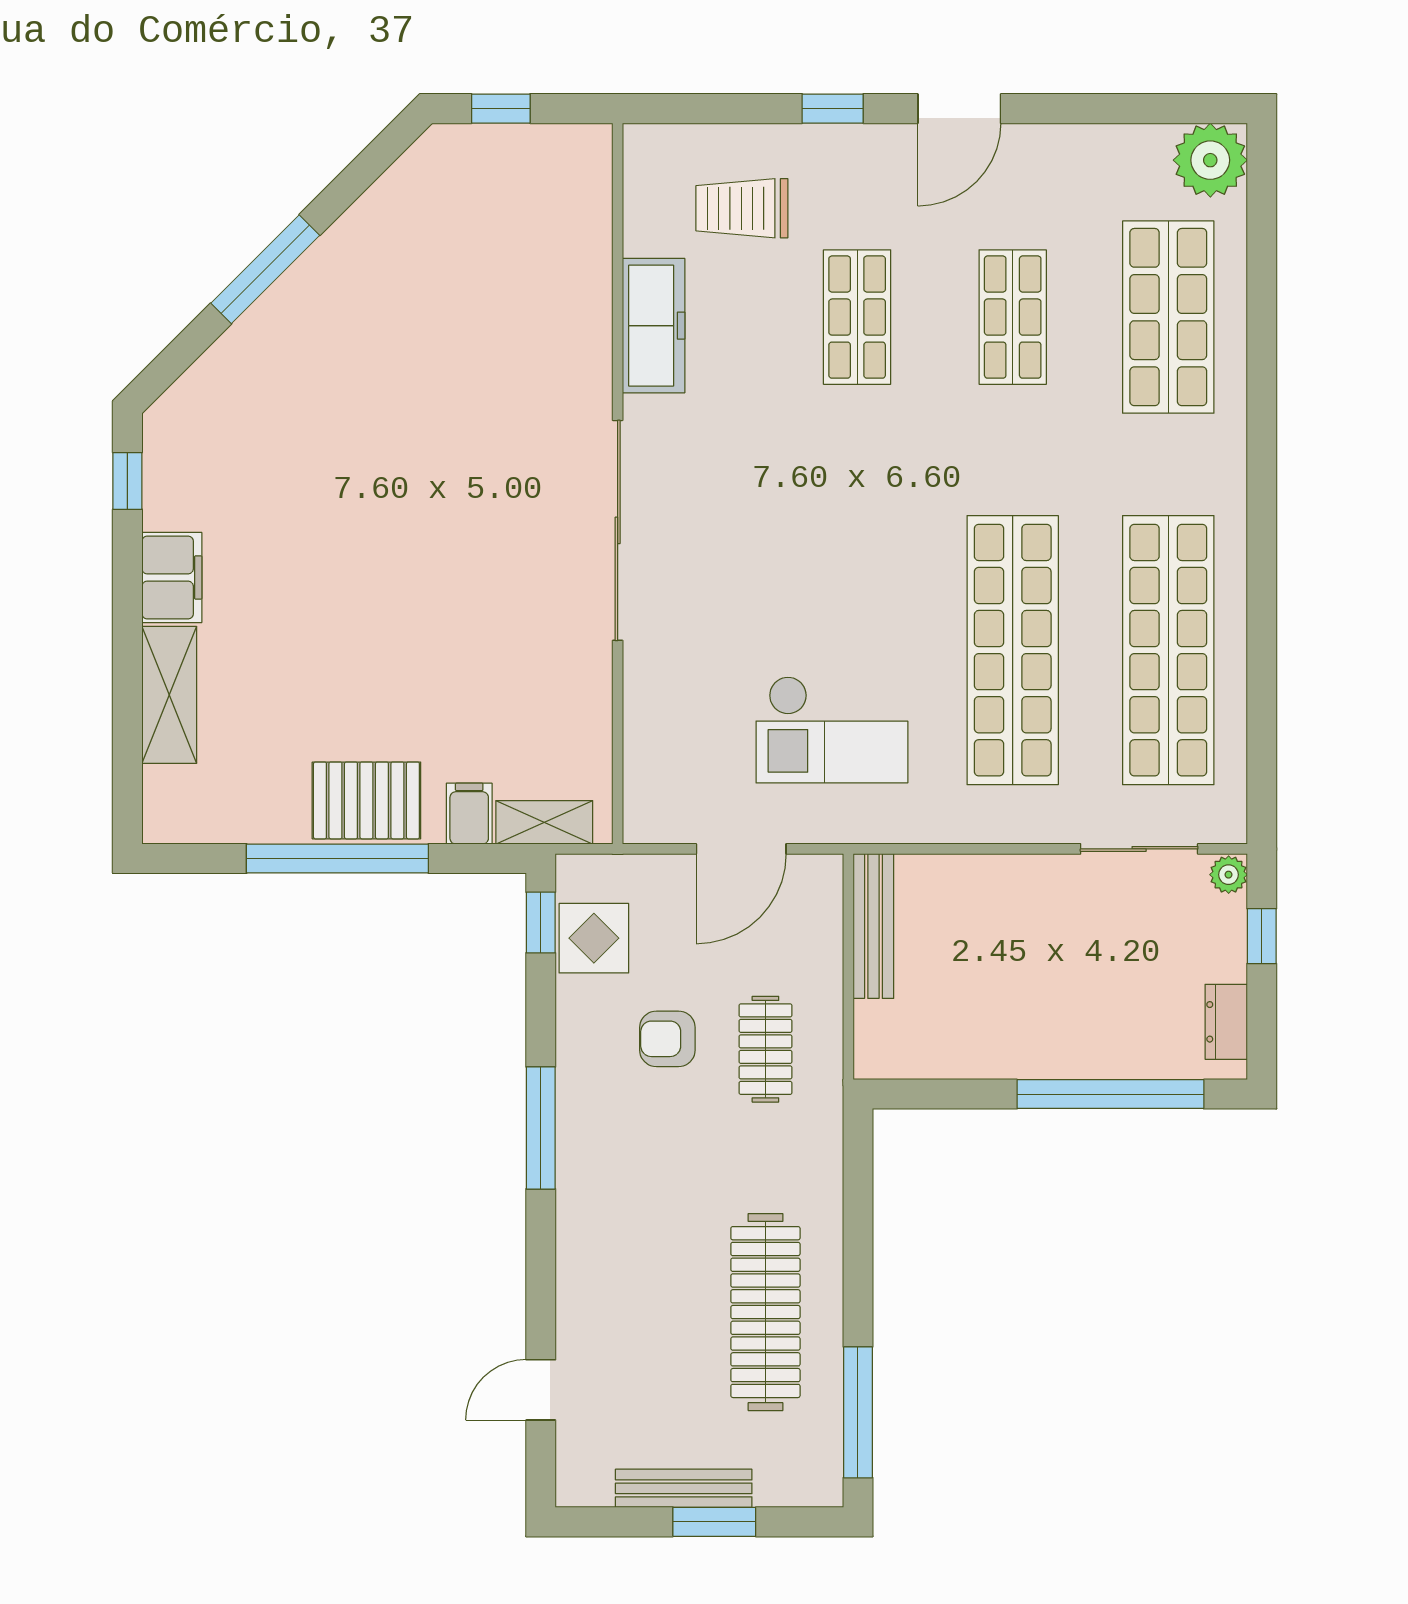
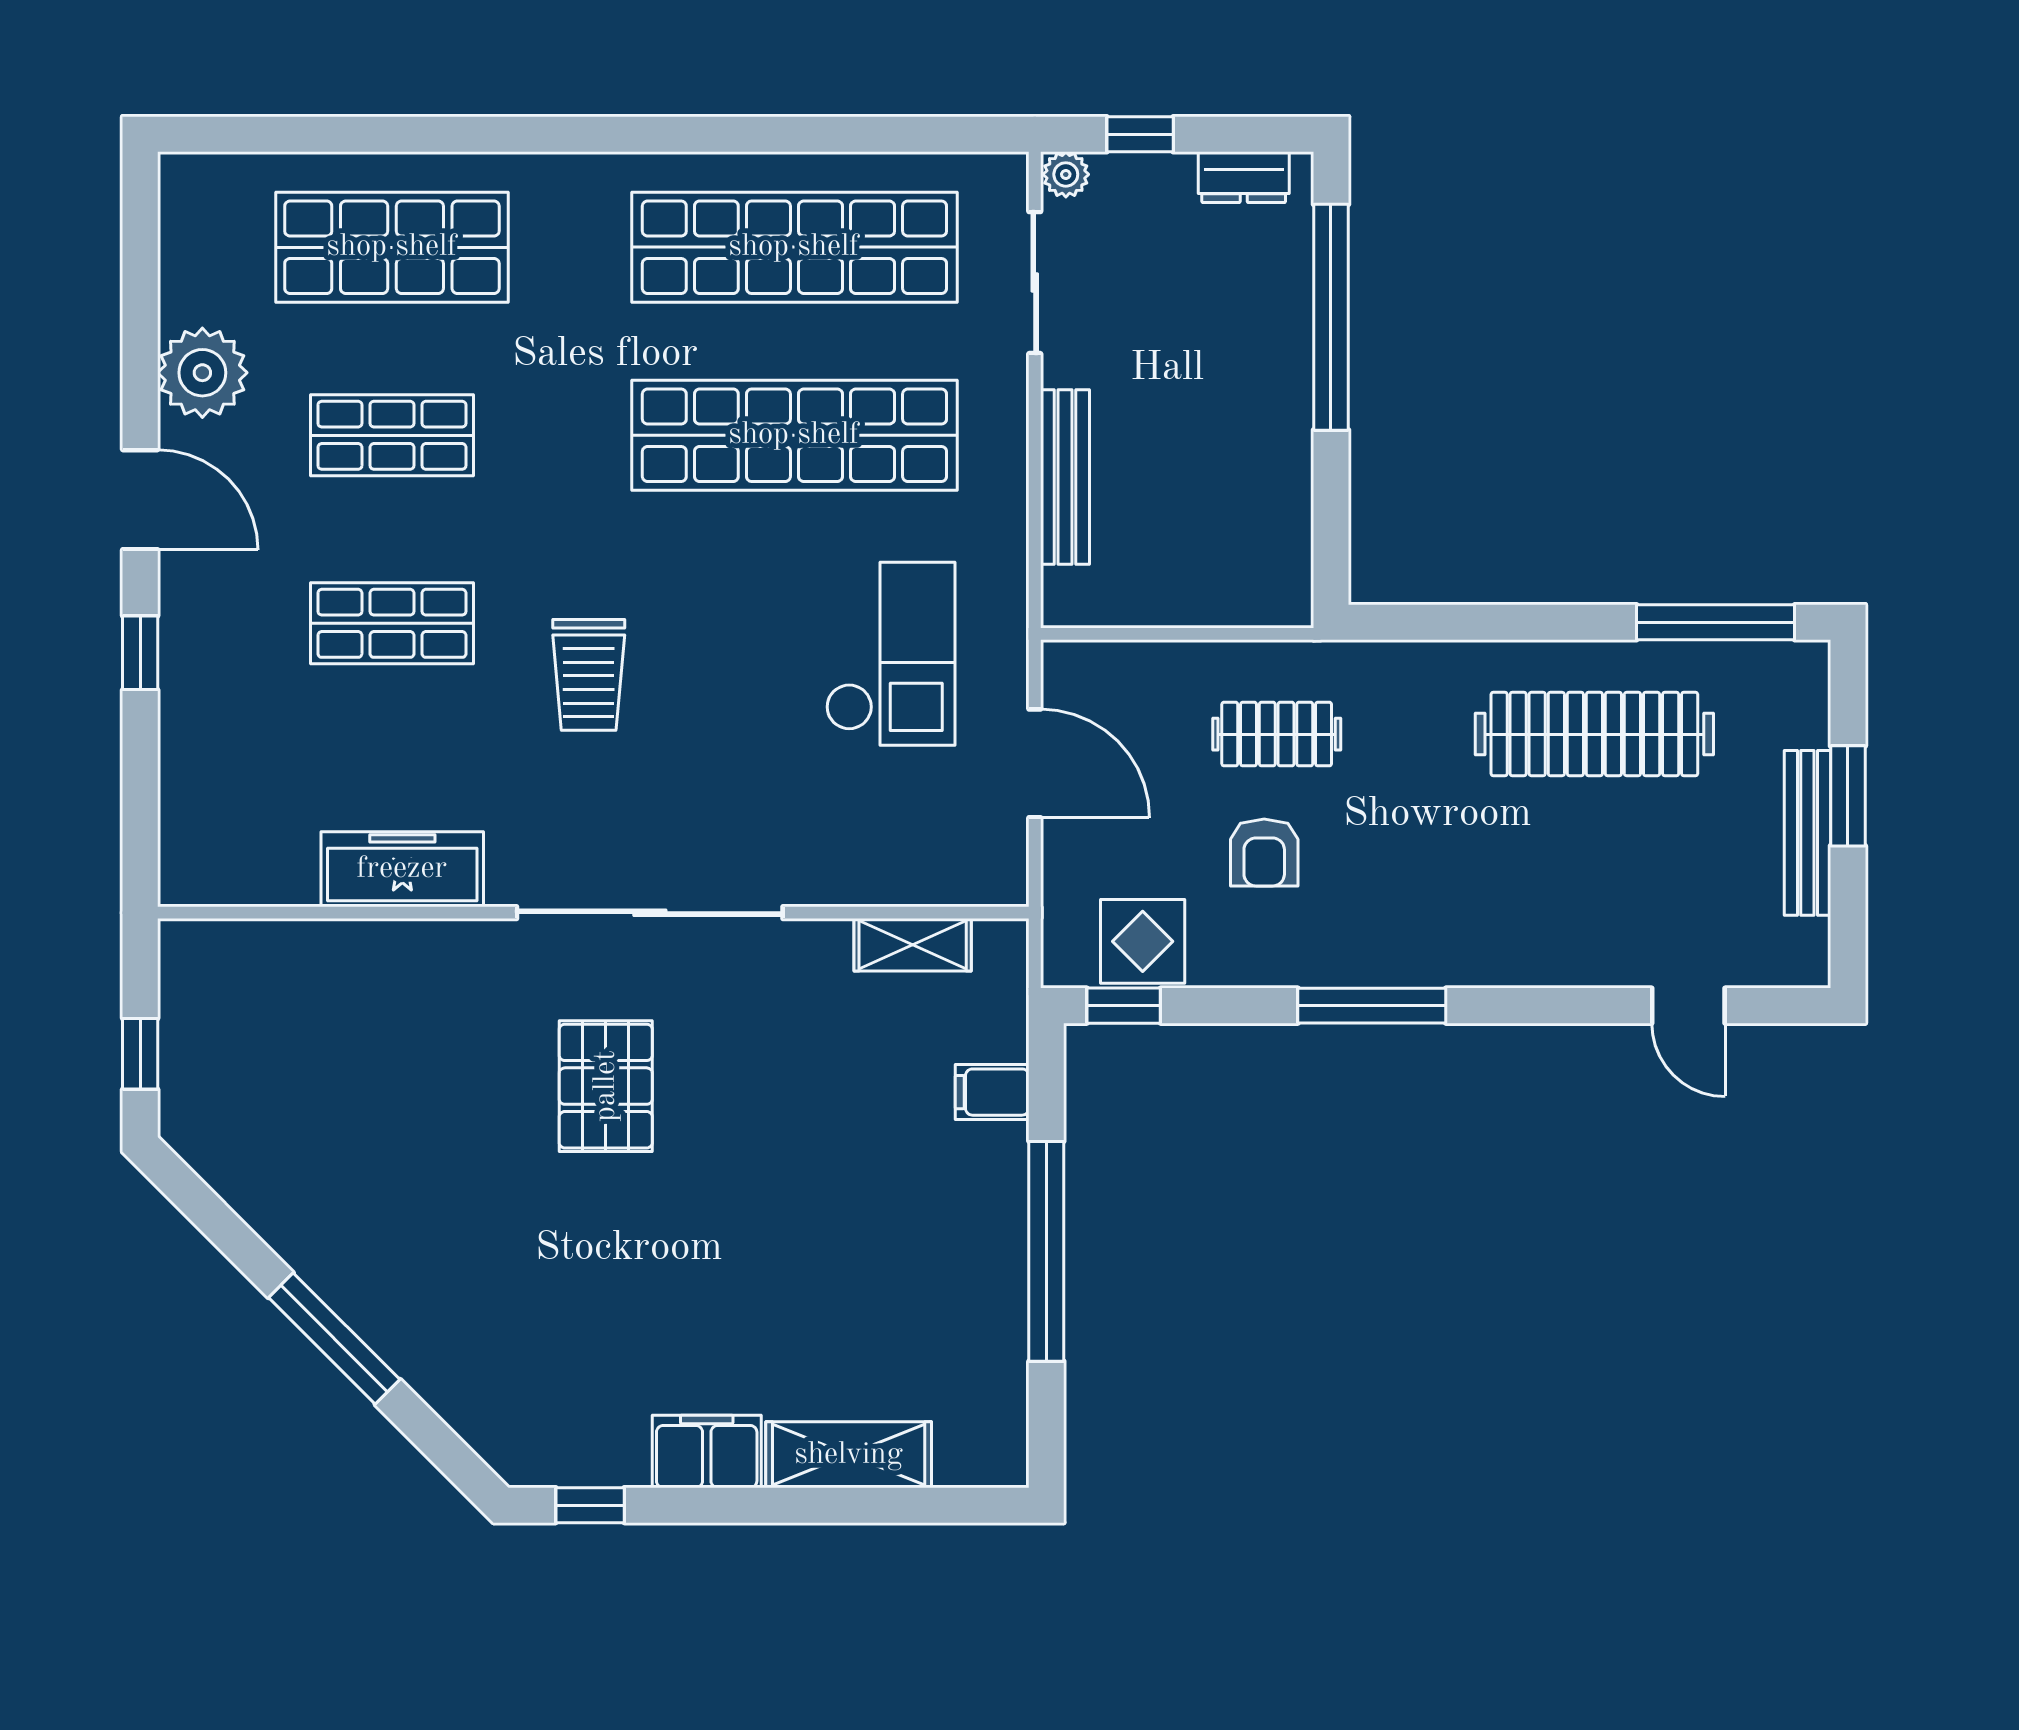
plant: (1210, 160) -> (202, 373), moved
trolley: (742, 208) -> (589, 675), moved
pallet: (366, 800) -> (606, 1086), moved
shelving: (544, 822) -> (913, 945), moved, turned 90
bench: (873, 926) -> (1065, 477), moved, turned 90

